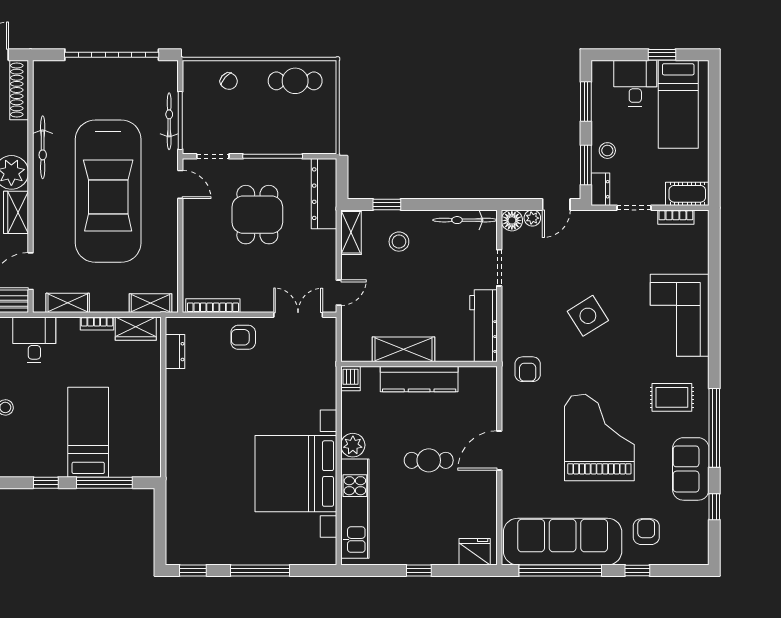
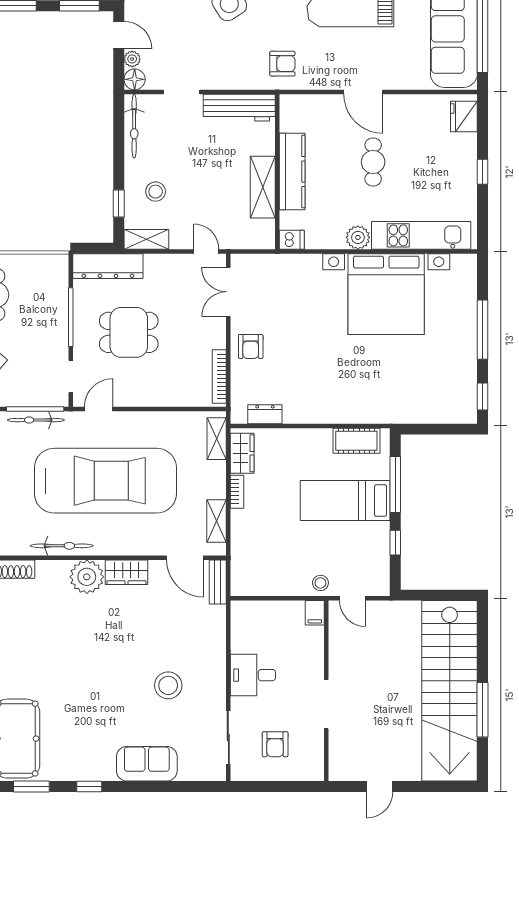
desk: (34, 340) -> (253, 554), removed
cot: (148, 444) -> (356, 441), added

